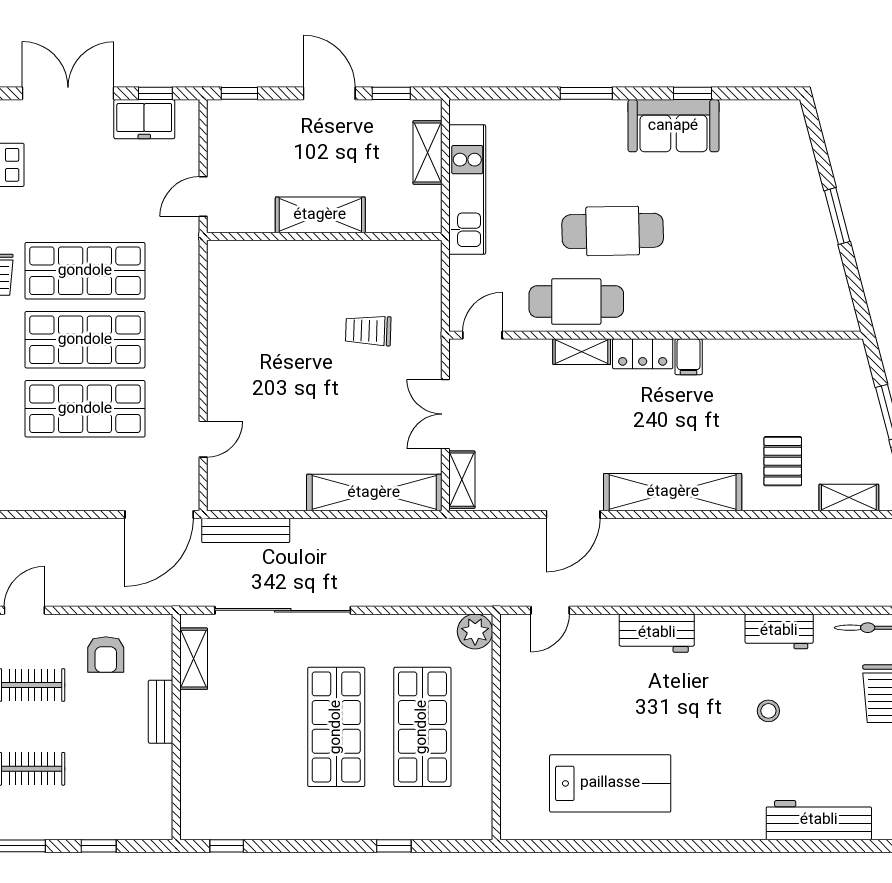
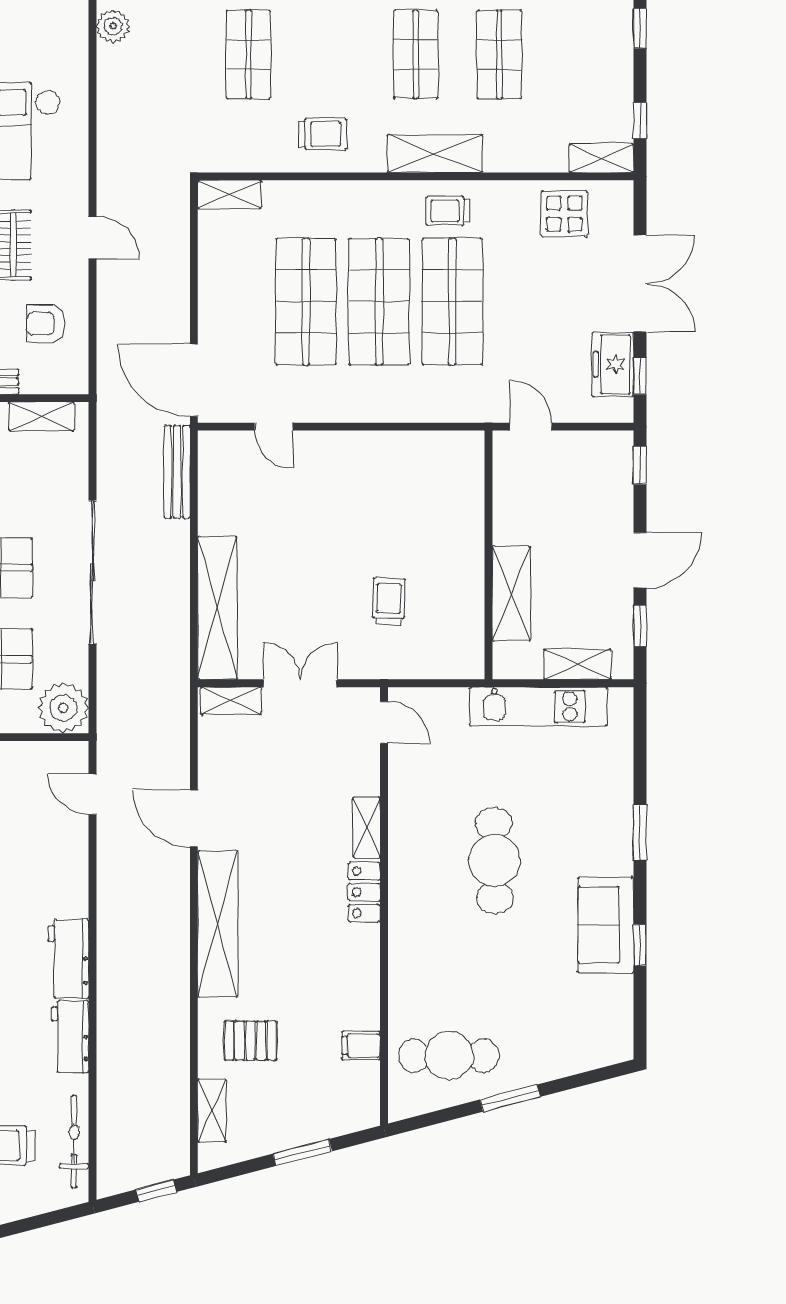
shelving: (320, 215) -> (511, 594), moved
cafe table: (576, 301) -> (449, 1056), moved, turned 90
filing cabinet: (689, 357) -> (361, 1045), moved
sliding door: (283, 610) -> (93, 572), moved
plant: (475, 631) -> (63, 708), width x1.36, depth x1.36
workbench: (657, 633) -> (68, 959), moved

